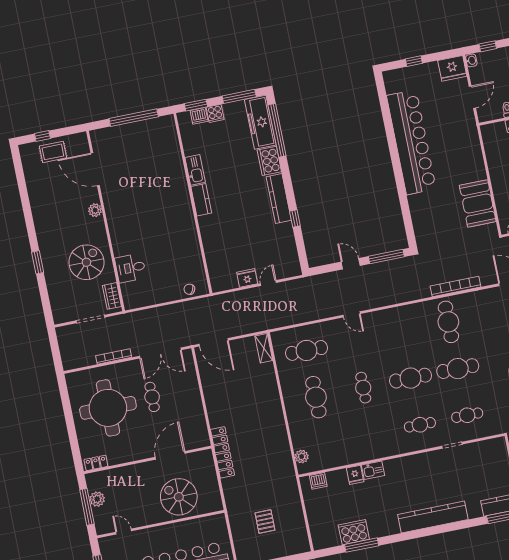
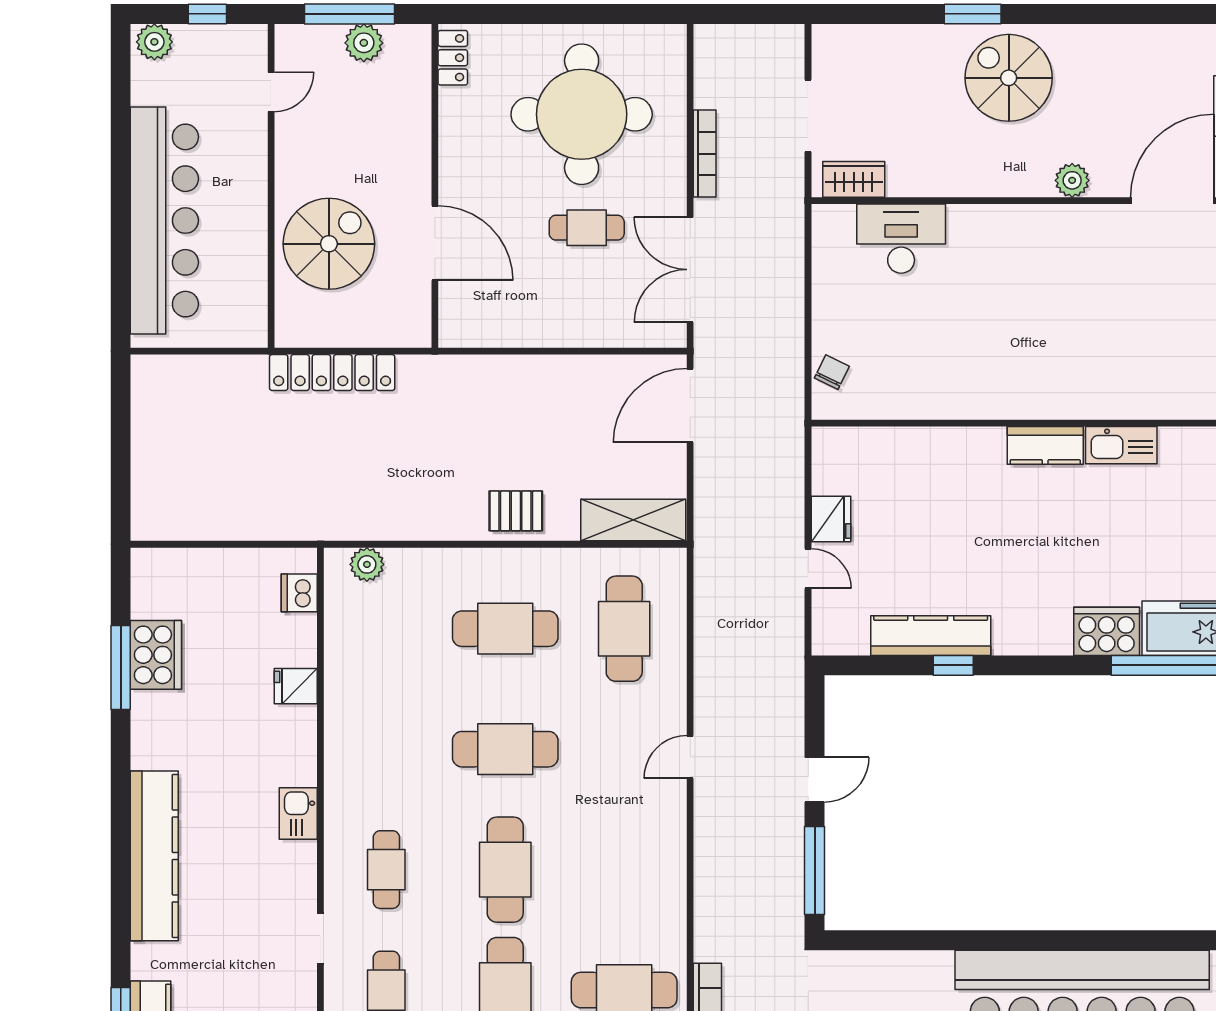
kitchen counter: (279, 199) -> (931, 636), moved
spiral stairs: (86, 262) -> (1009, 78), moved, turned 180
desk: (131, 268) -> (901, 239), width x1.37
shelving: (264, 348) -> (633, 520), width x1.50, depth x1.33
cafe table: (363, 388) -> (505, 749), width x1.37, depth x1.35
locker: (222, 452) -> (332, 373), moved
kitchen sink: (373, 470) -> (298, 814), moved
pallet: (265, 521) -> (516, 511), moved

